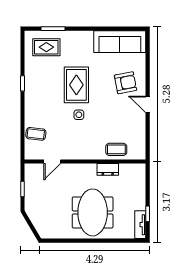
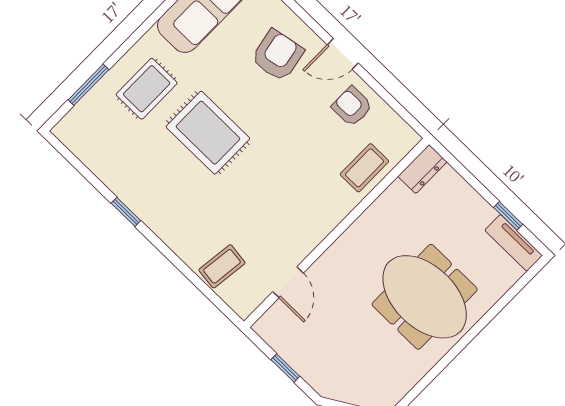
rug: (46, 47) -> (147, 89), moved
side table: (79, 115) -> (257, 173), removed
armchair: (133, 125) -> (352, 106), added
dresser: (108, 169) -> (422, 169), moved

